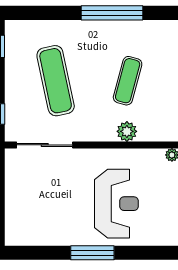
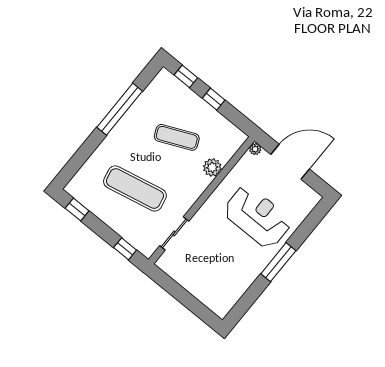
exercise mat: (128, 81) -> (177, 137), turned -39
sliding door: (45, 145) -> (174, 233), width x0.73

